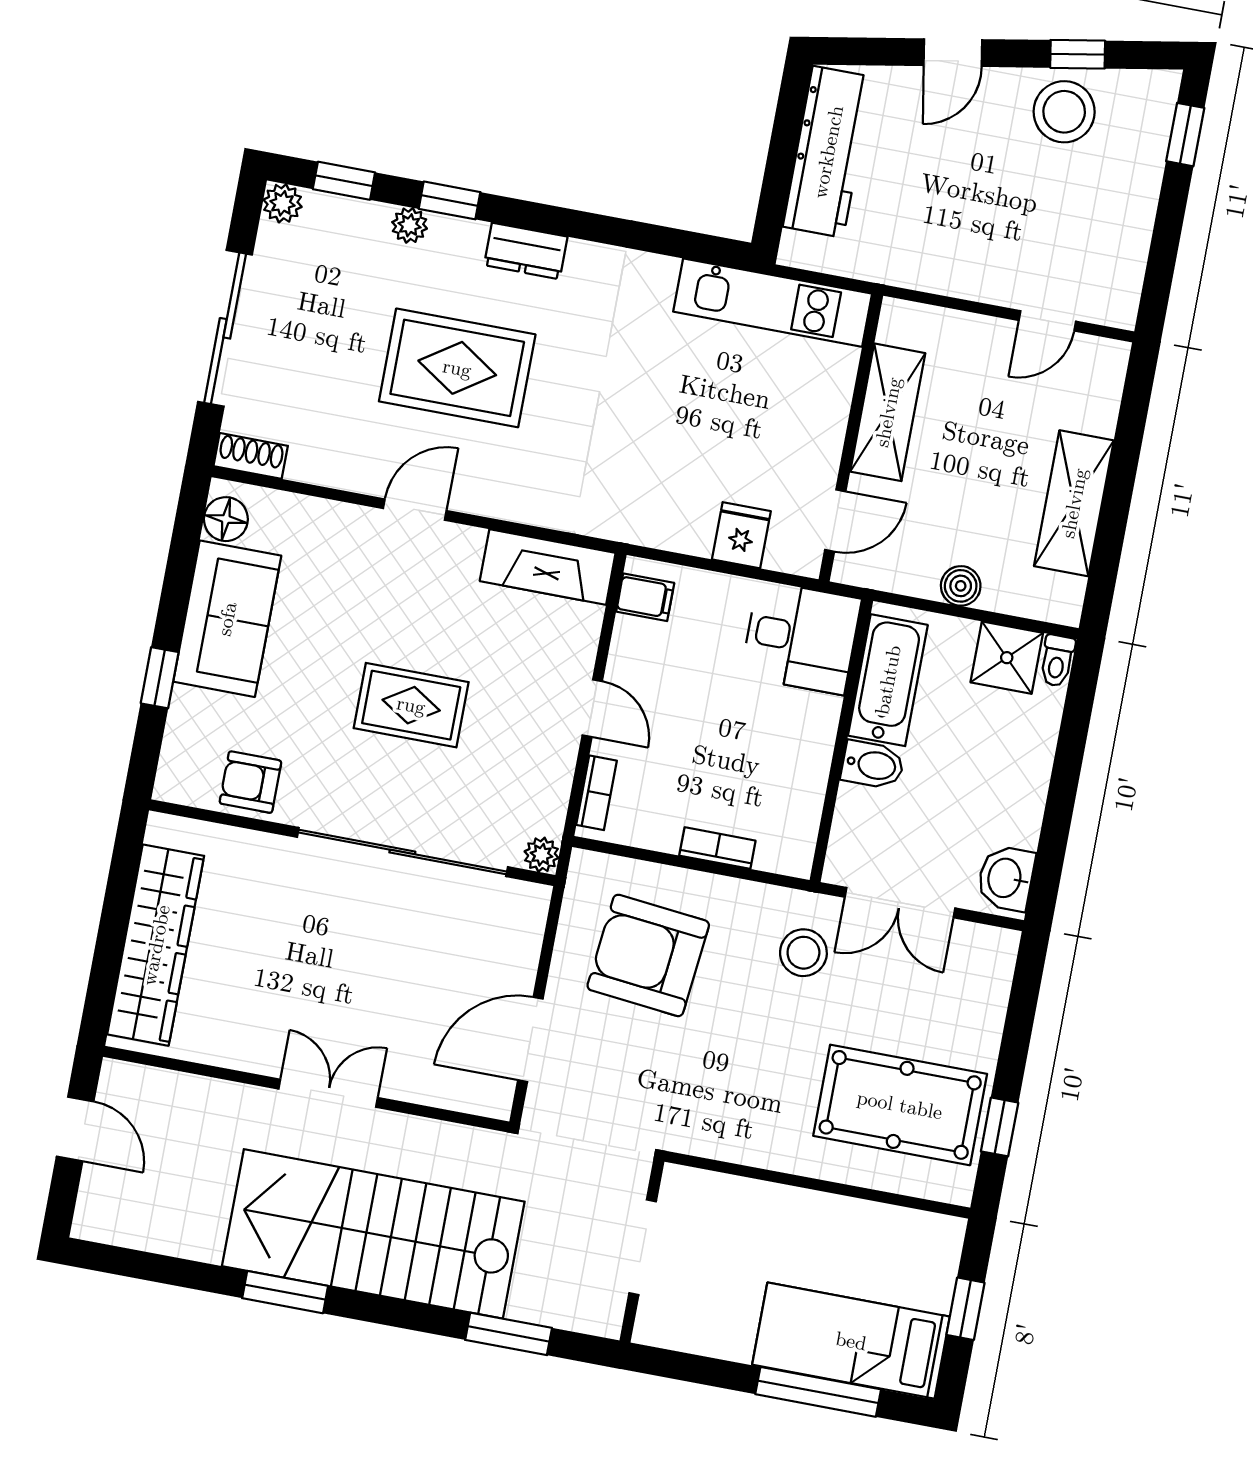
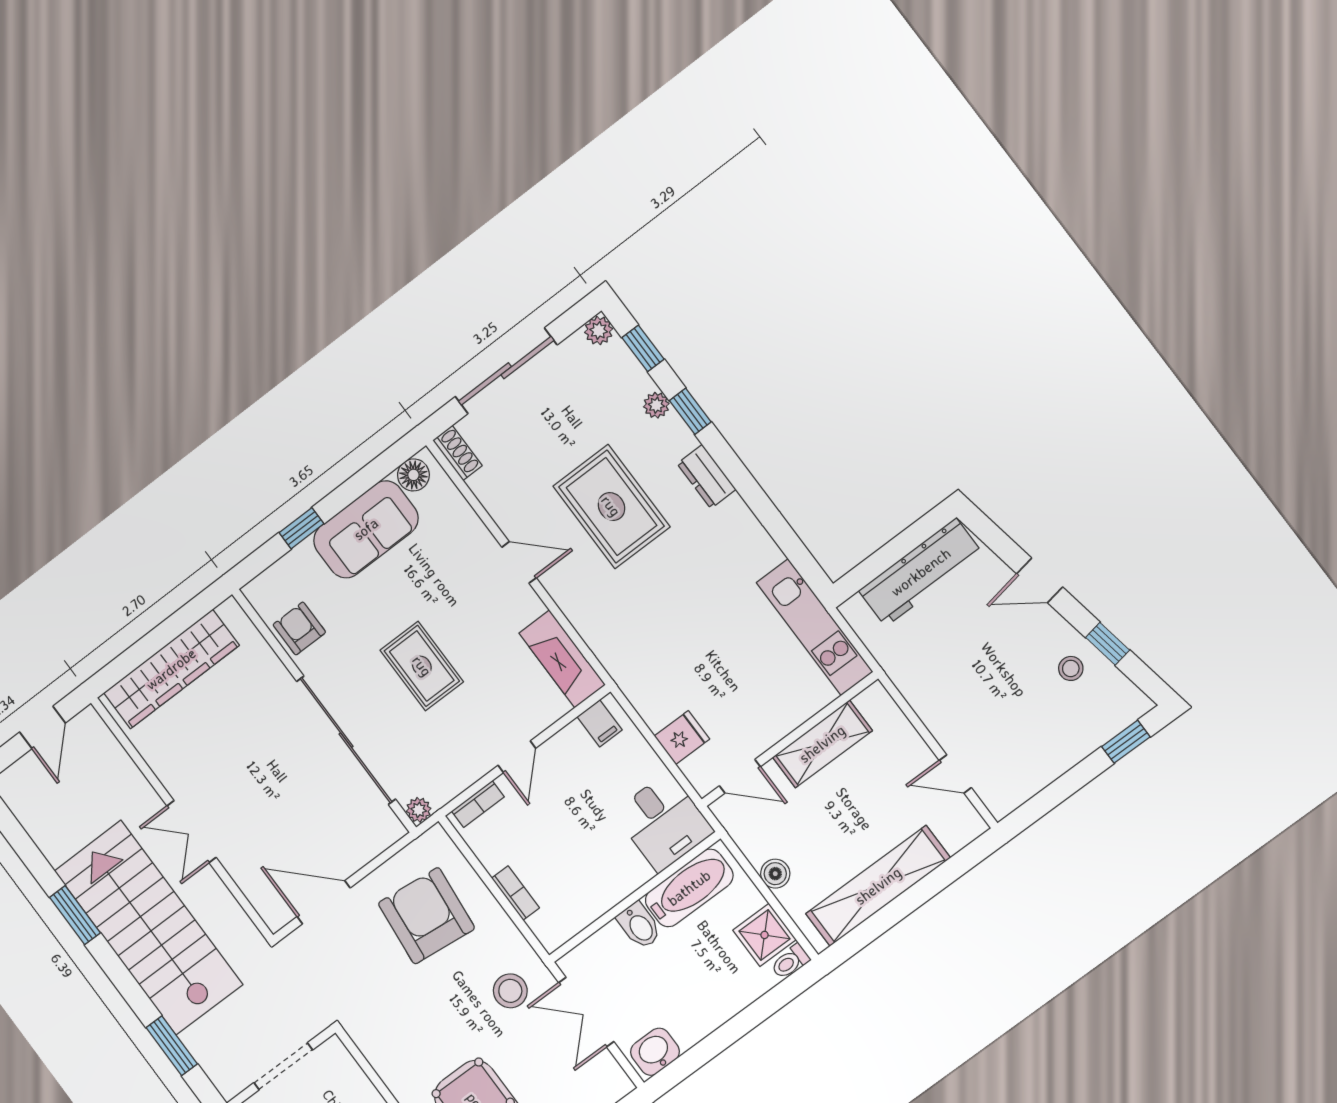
stool: (1064, 112) -> (1071, 668), width x0.53, depth x0.53
shelving: (1074, 503) -> (878, 886), width x1.47
double door: (328, 1093) -> (192, 832), swing flipped

